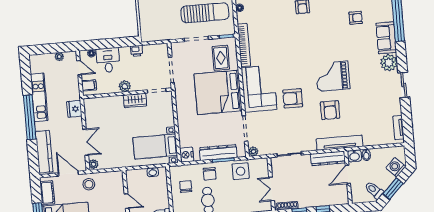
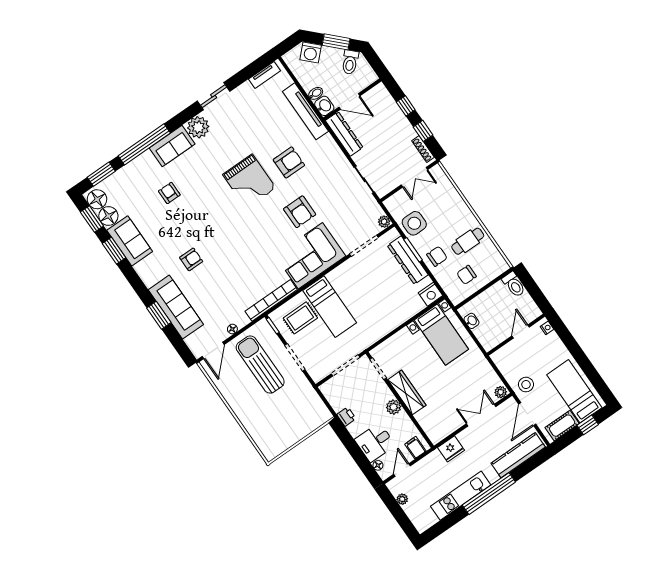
bed: (218, 92) -> (330, 307), width x0.49
wardrobe: (135, 100) -> (407, 392), width x1.50
tv unit: (339, 143) -> (305, 111), moved

